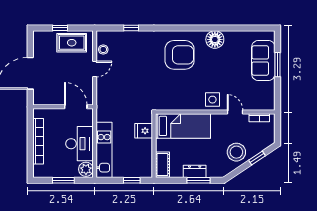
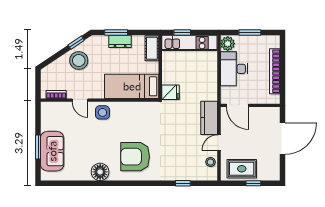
kitchen counter: (105, 94) -> (209, 118), added
fridge: (144, 131) -> (171, 92), moved
kitchen unit: (104, 150) -> (189, 43), moved, turned -90
window: (257, 158) -> (76, 43), moved

